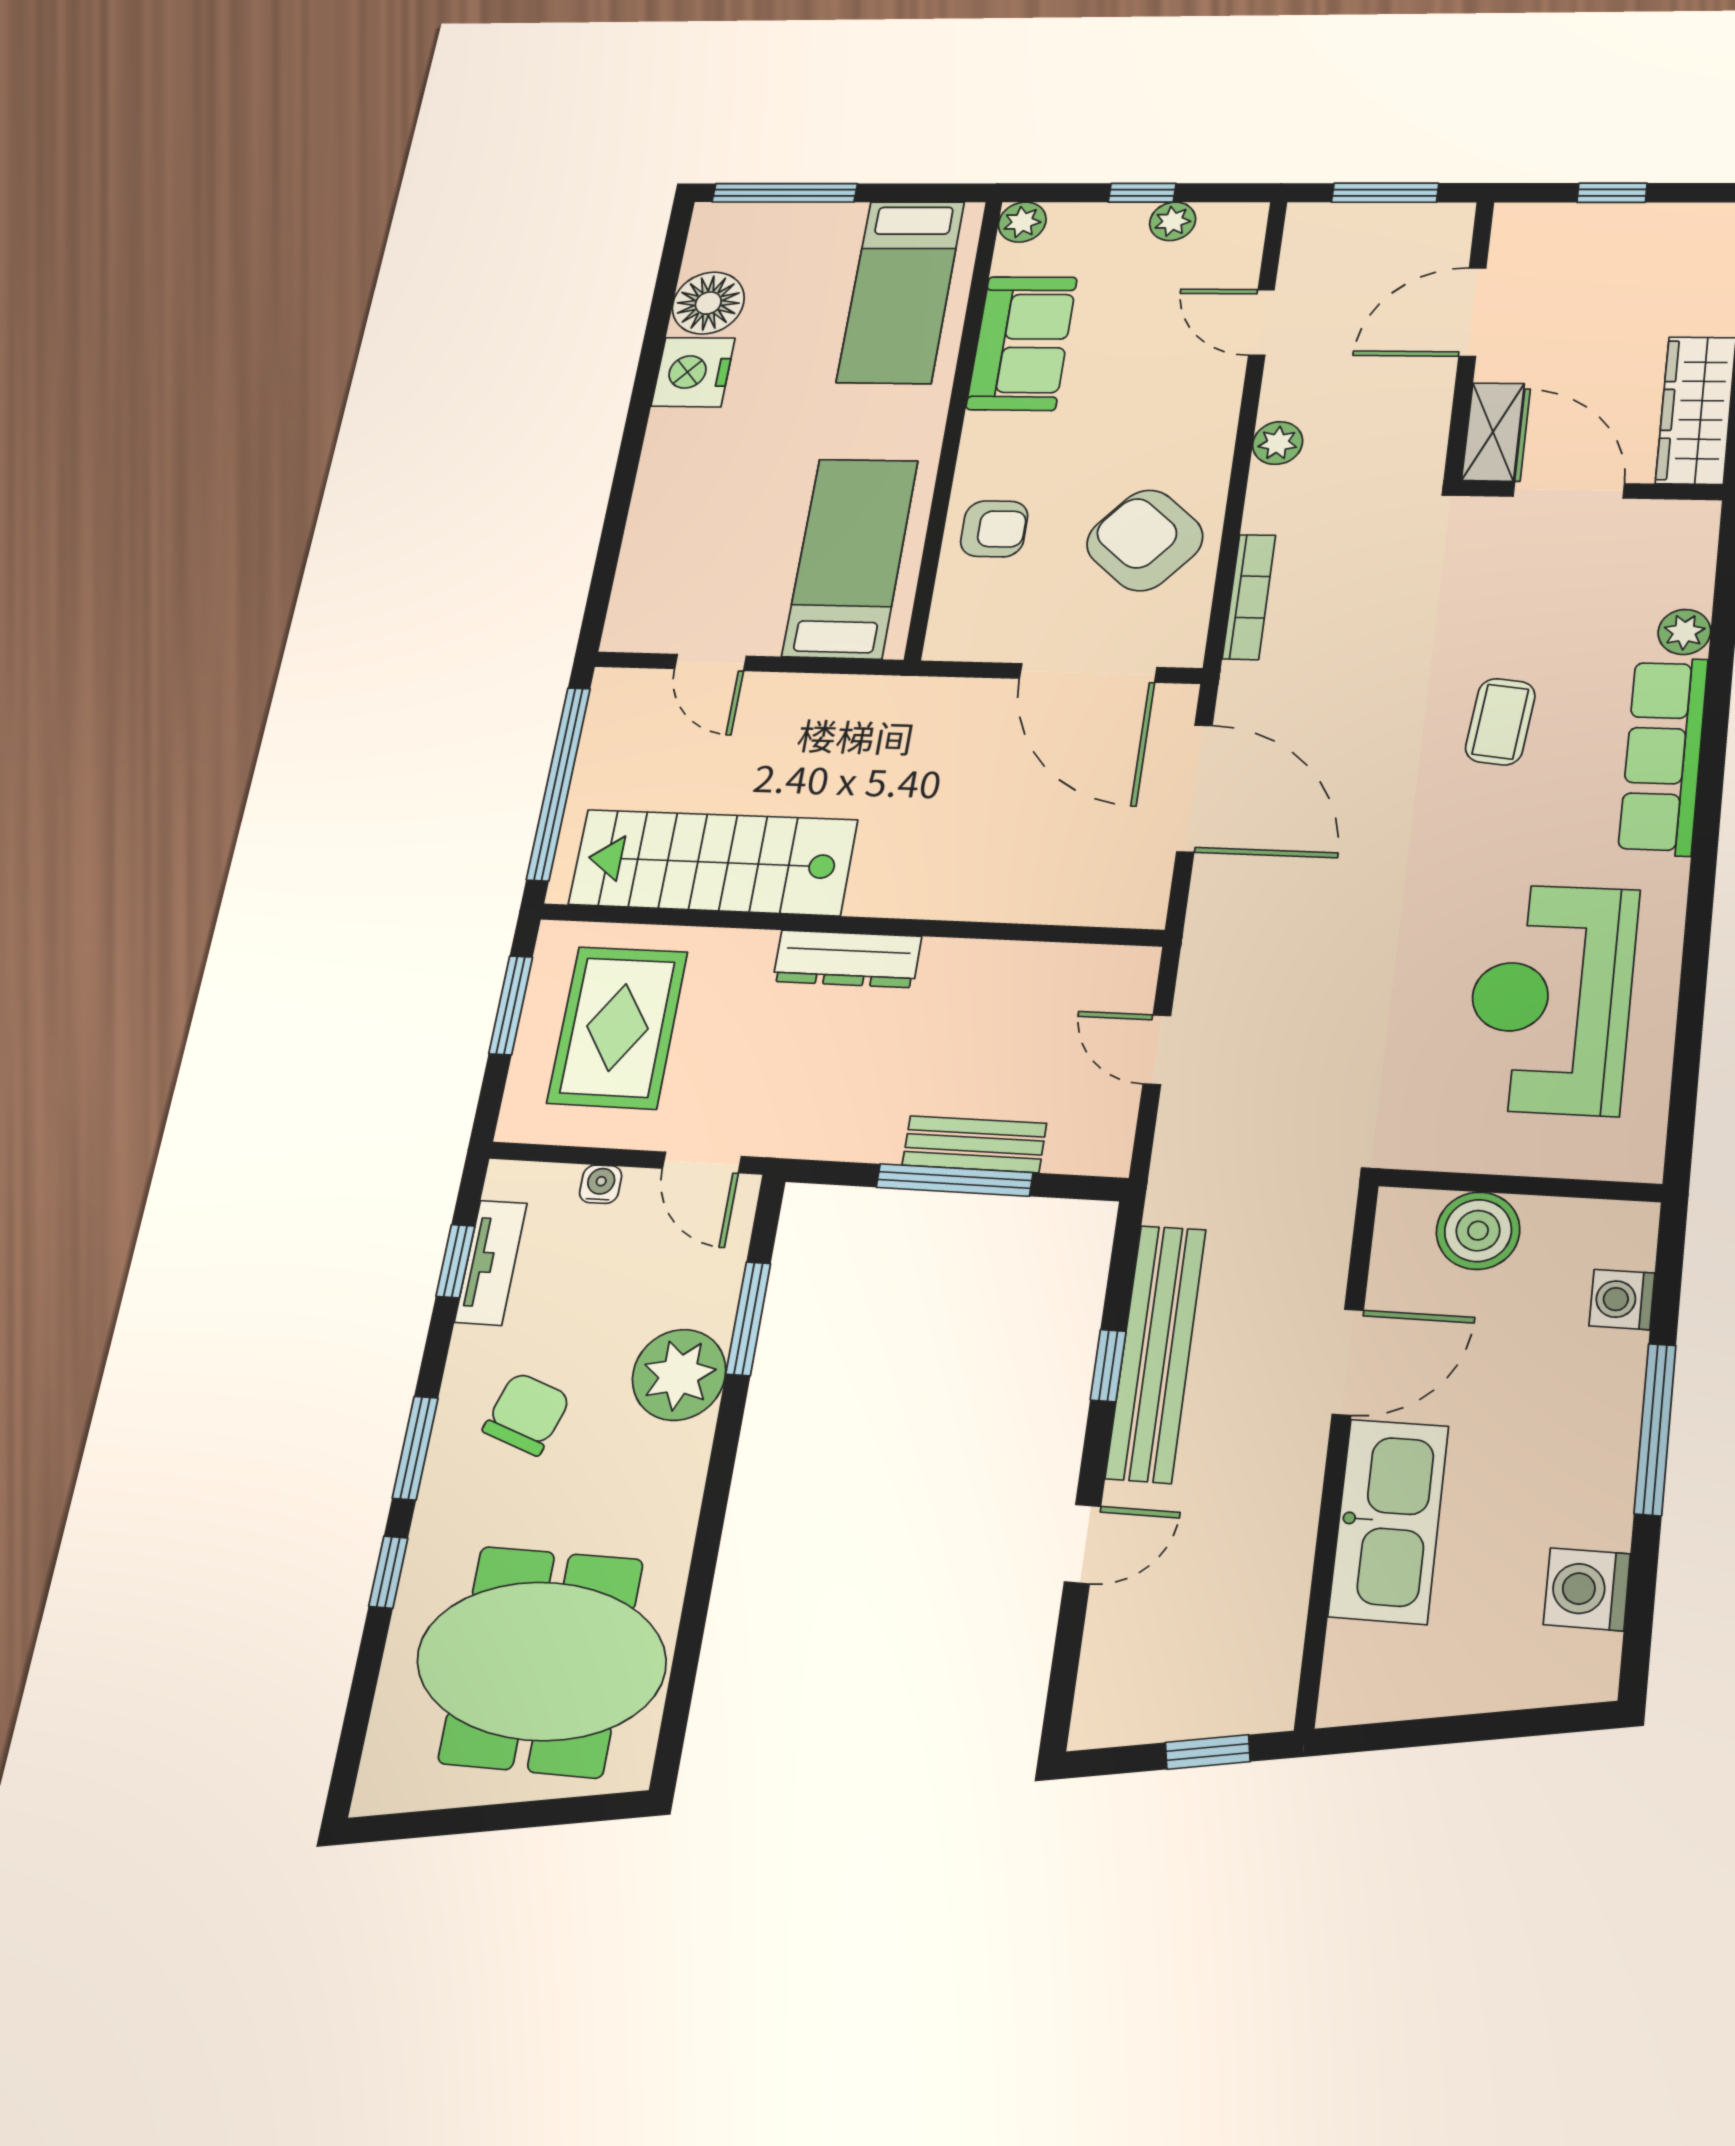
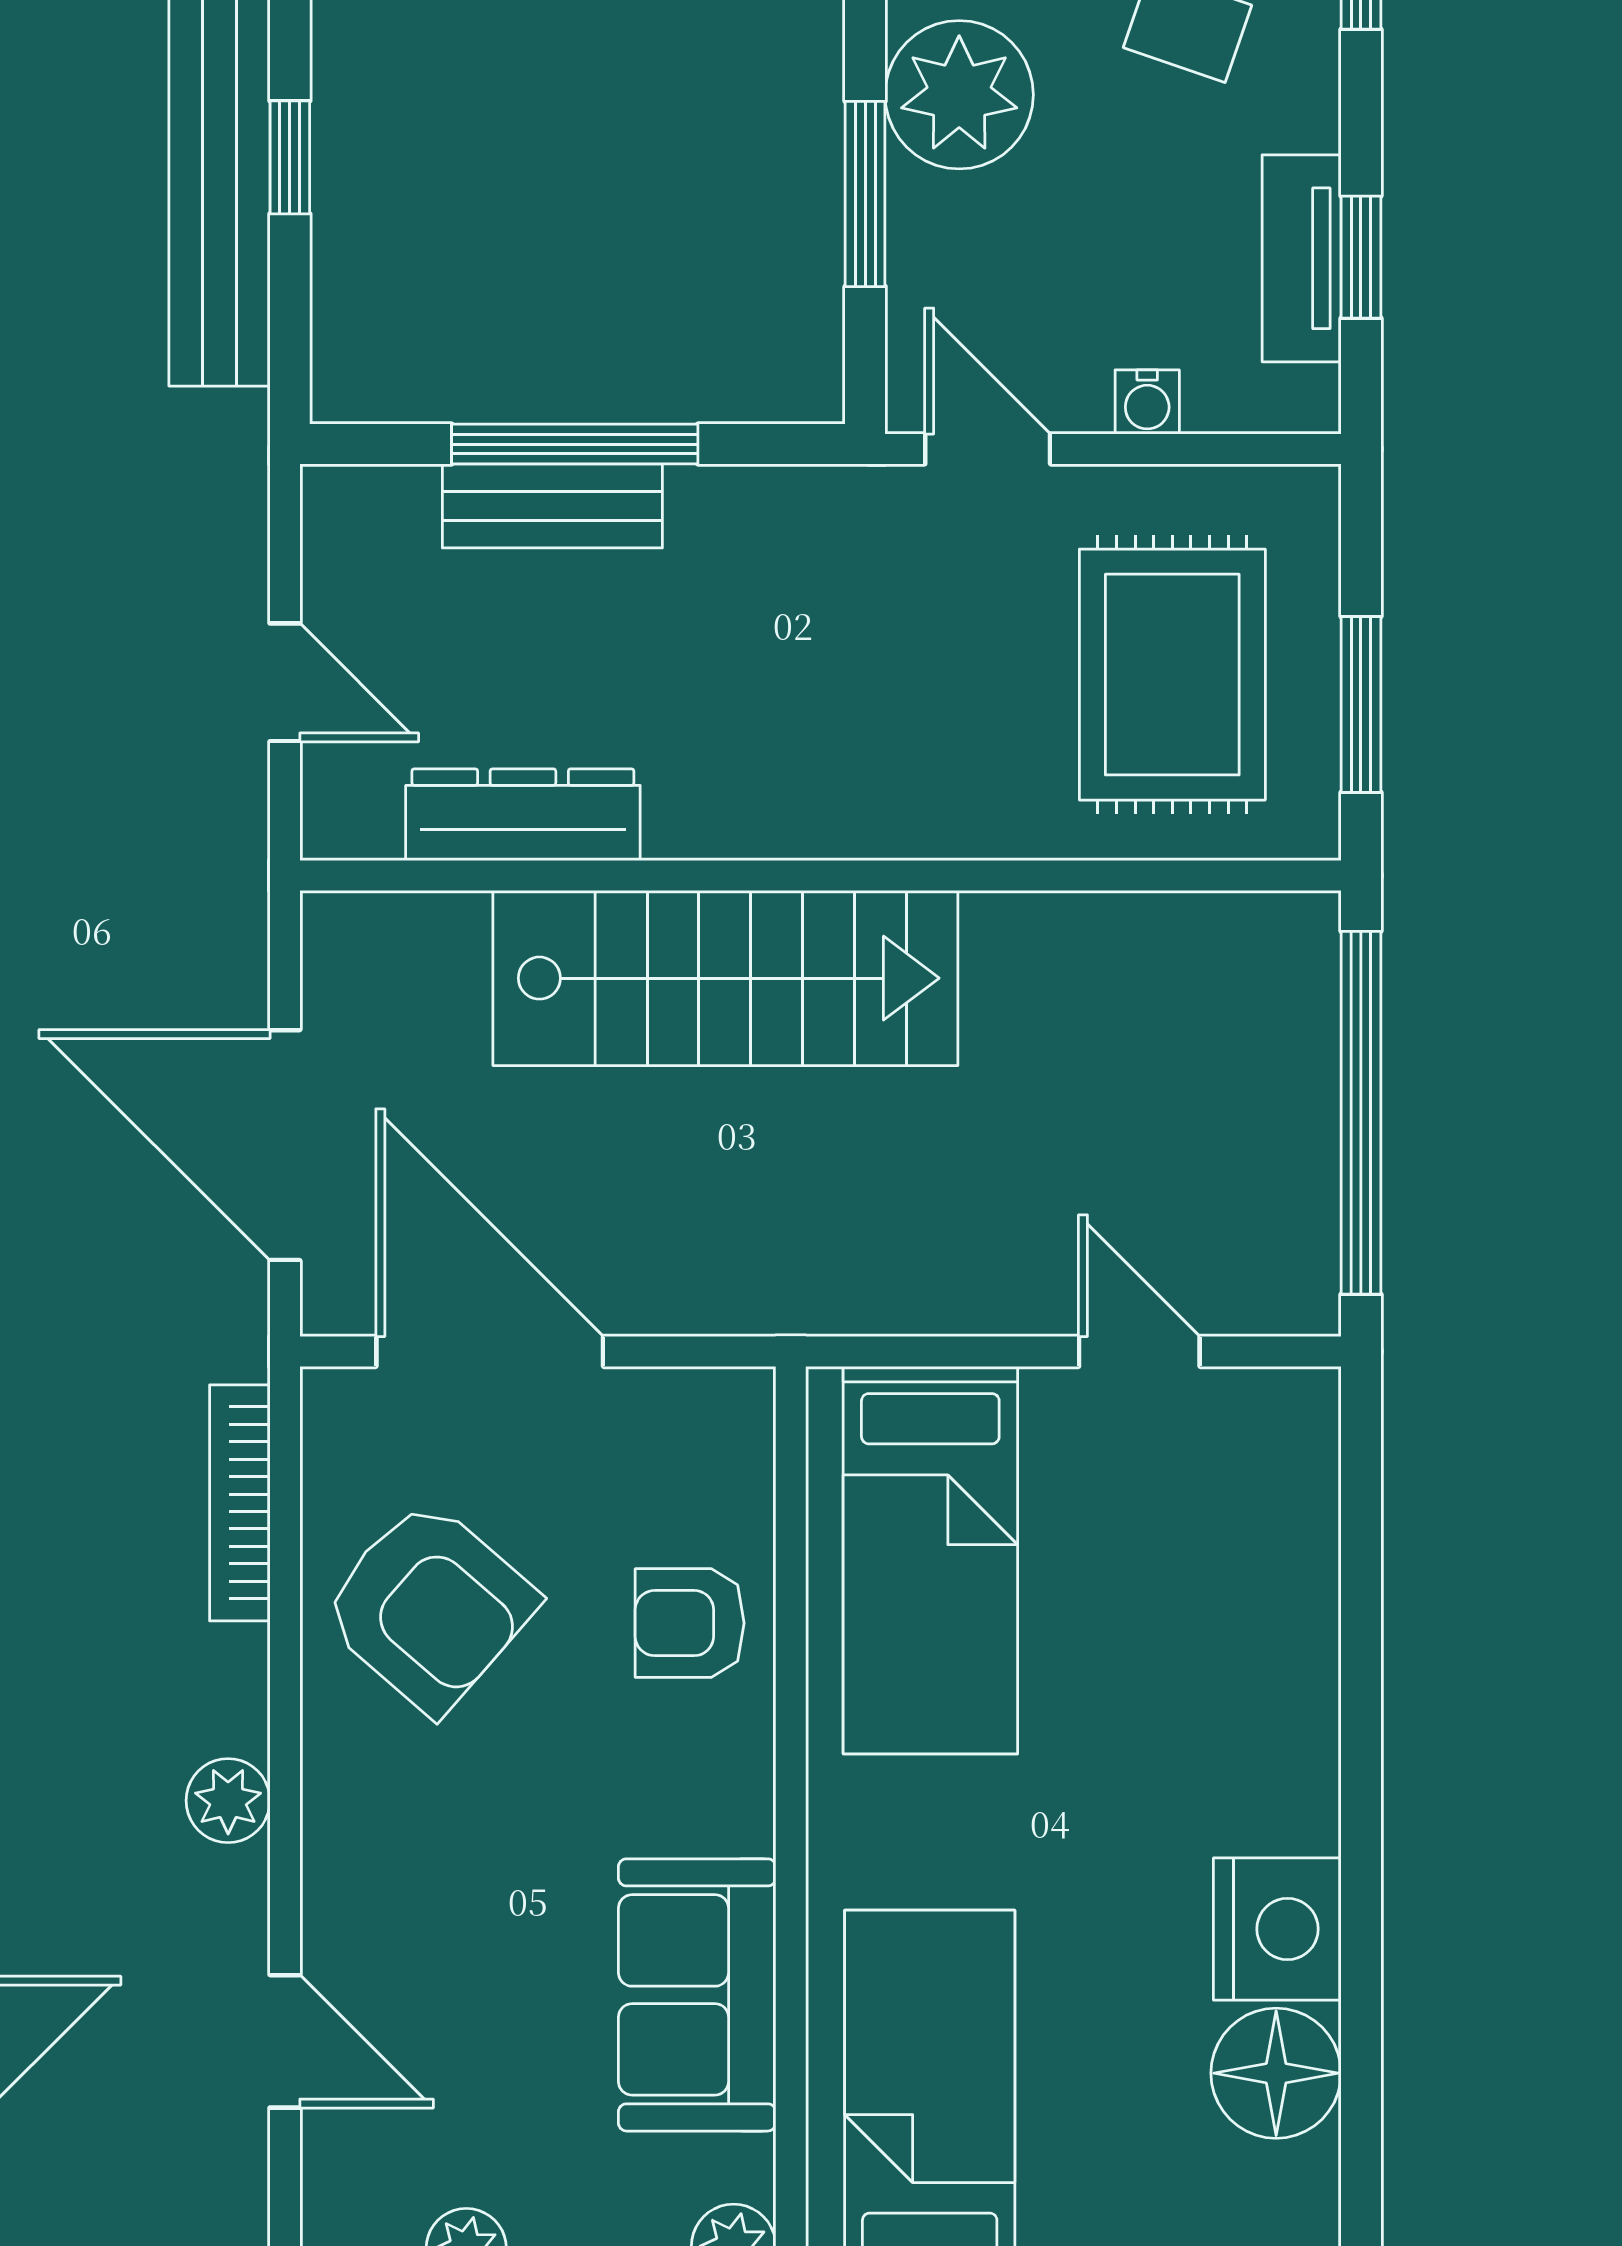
stairs: (713, 862) -> (725, 978), moved
dresser: (847, 959) -> (523, 815), moved

